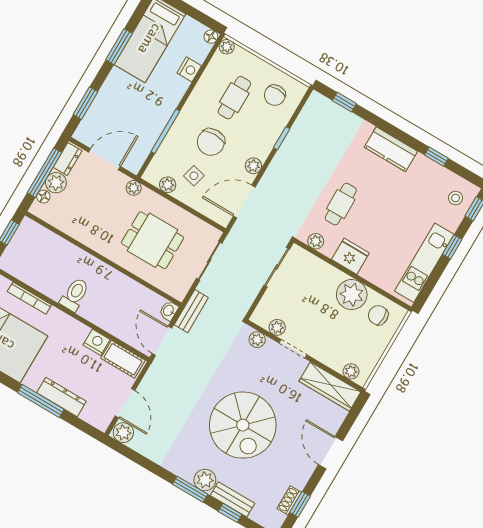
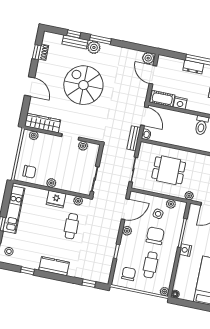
nightstand: (189, 69) -> (185, 250), moved
plant: (352, 295) -> (51, 183), width x0.53, depth x0.53
plant: (257, 340) -> (92, 135), removed
dresser: (62, 397) -> (193, 67), width x0.70

